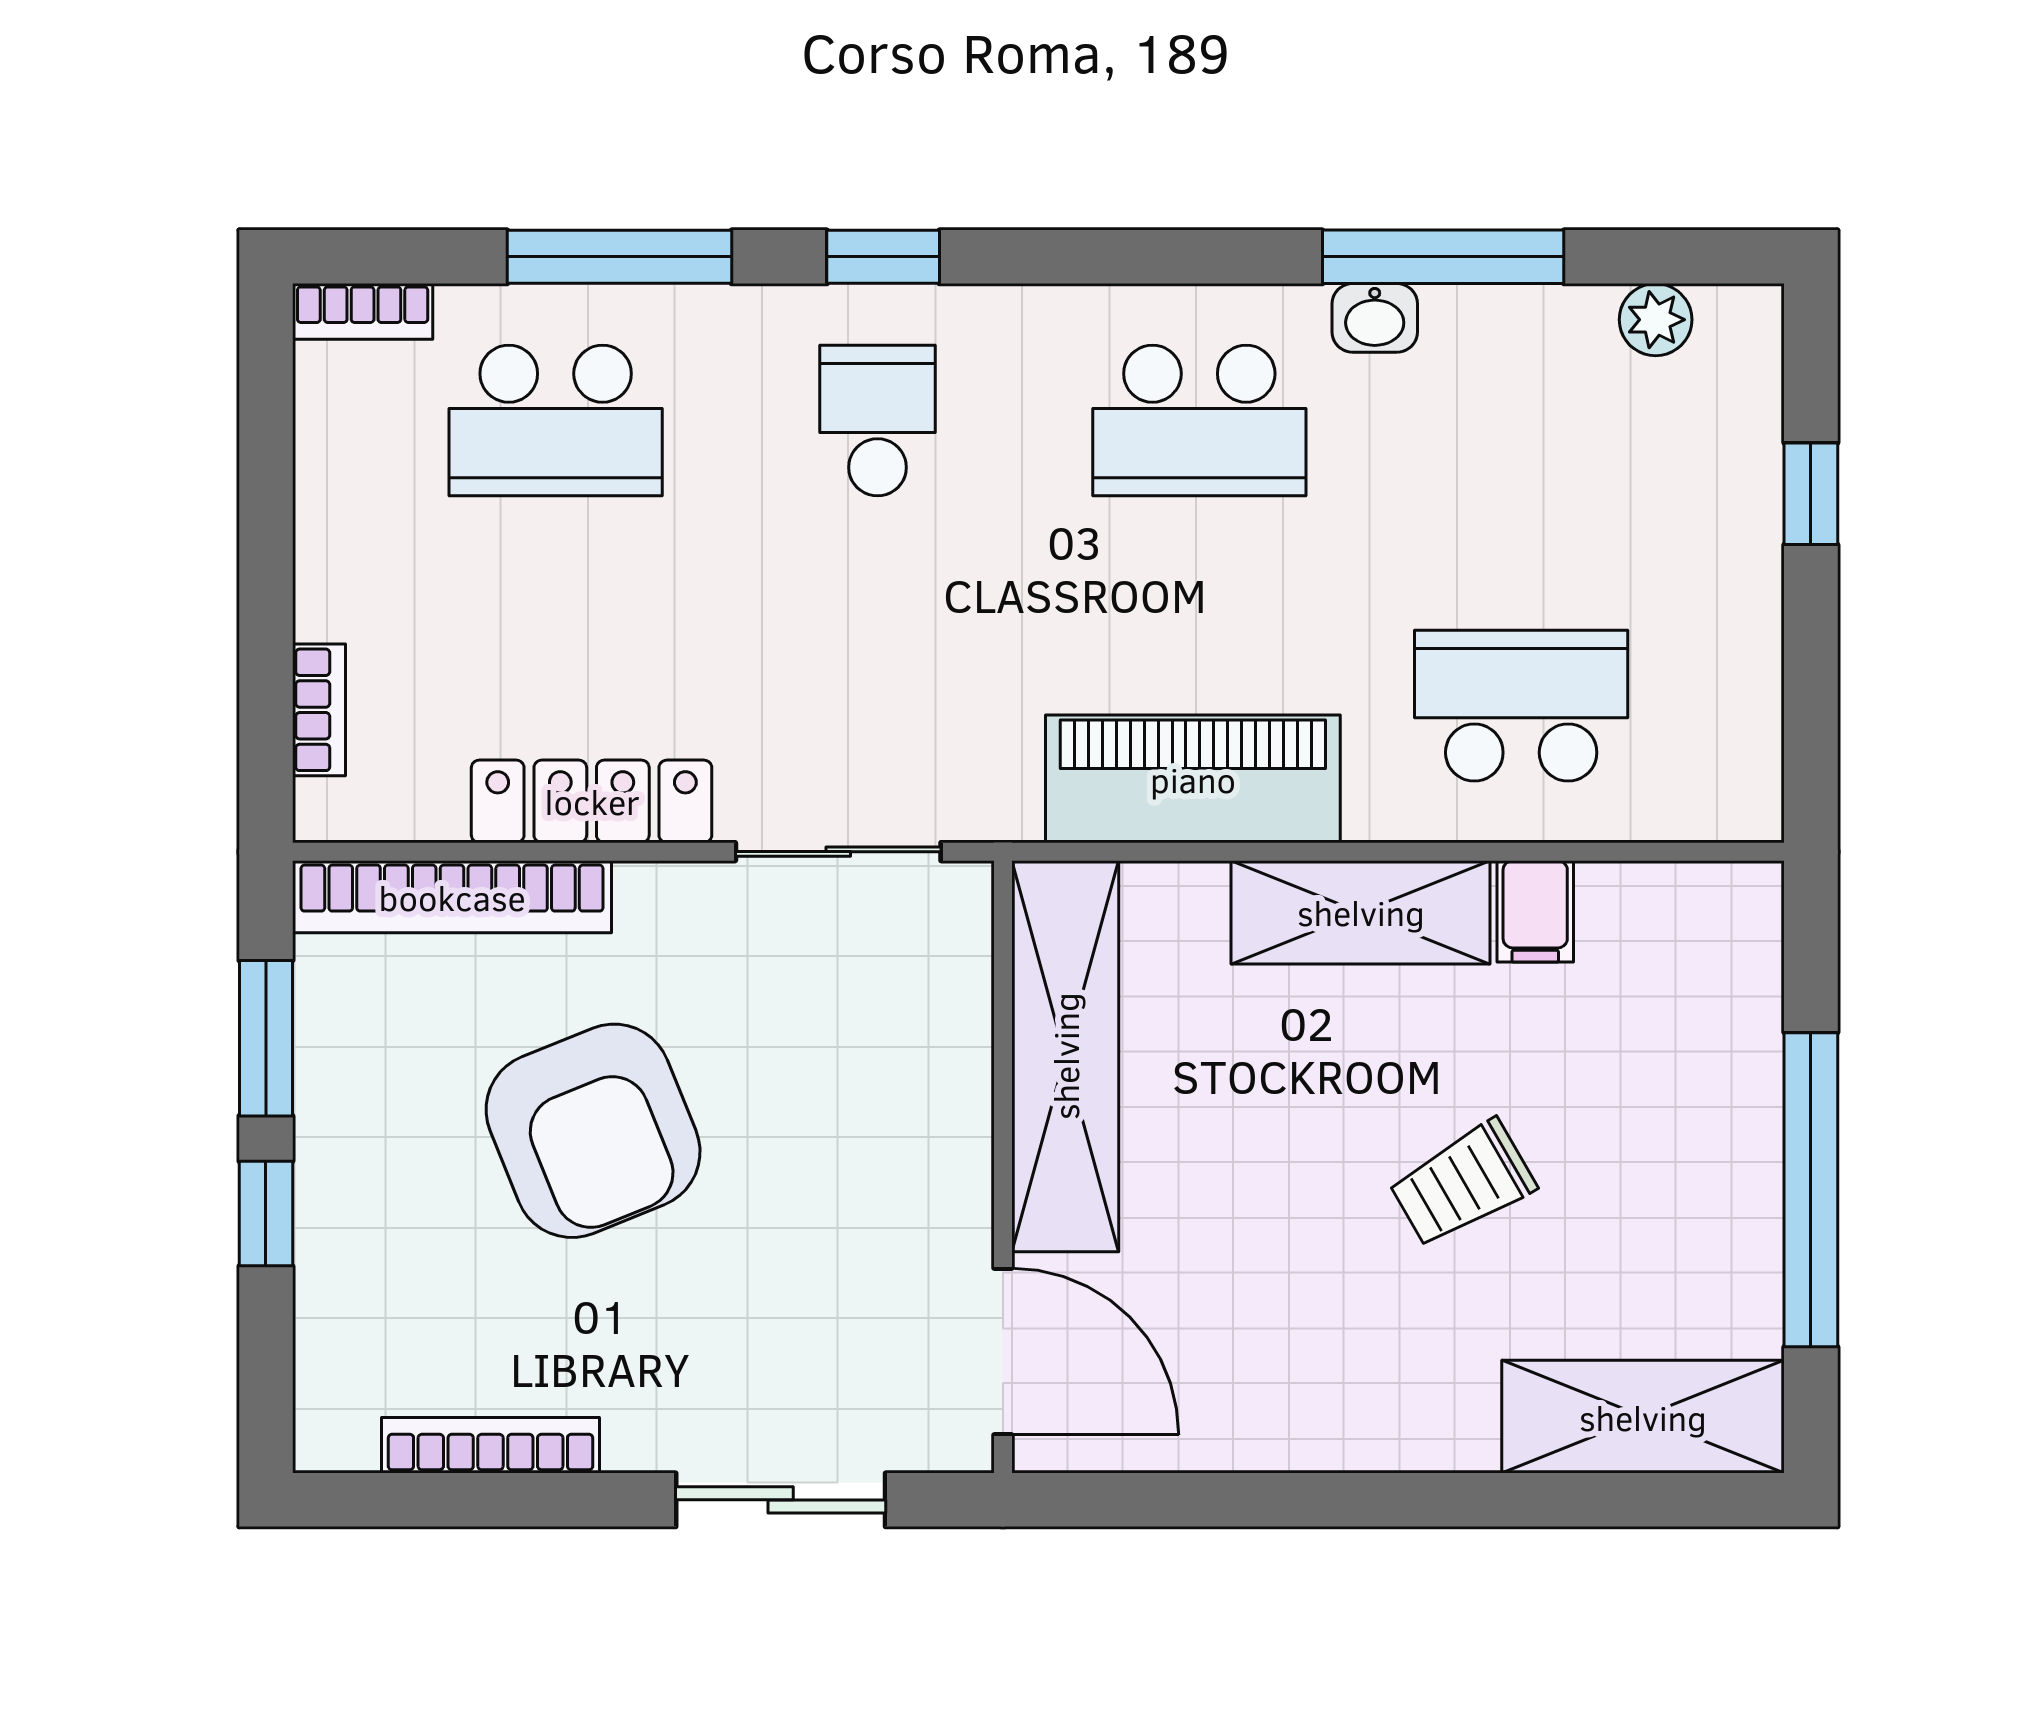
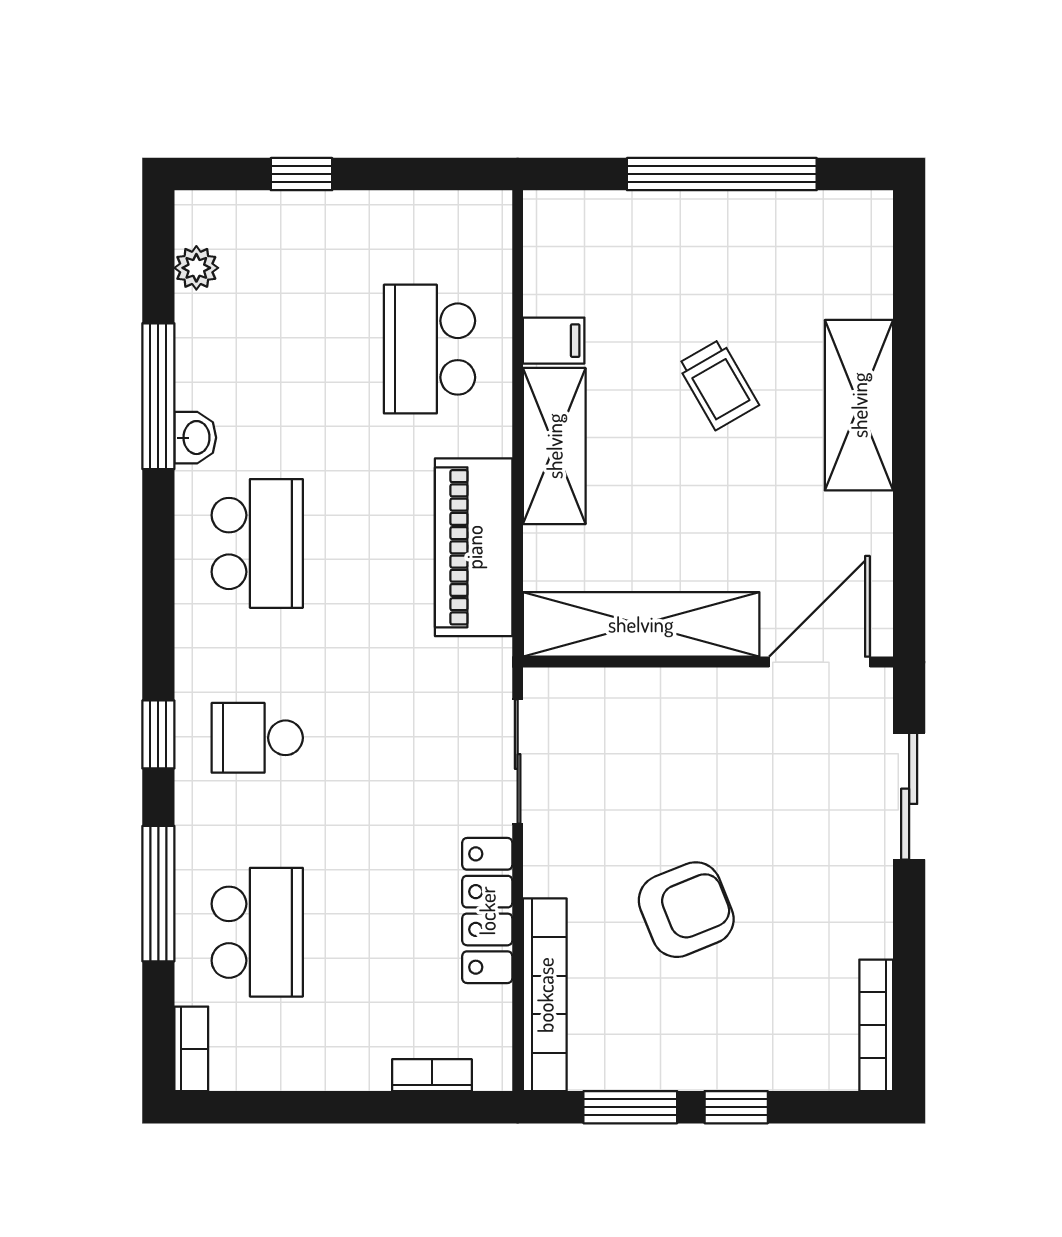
armchair: (593, 1131) -> (686, 910), width x0.73, depth x0.73
shelving: (1643, 1417) -> (859, 405), moved
bookcase: (490, 1445) -> (876, 1025), moved

